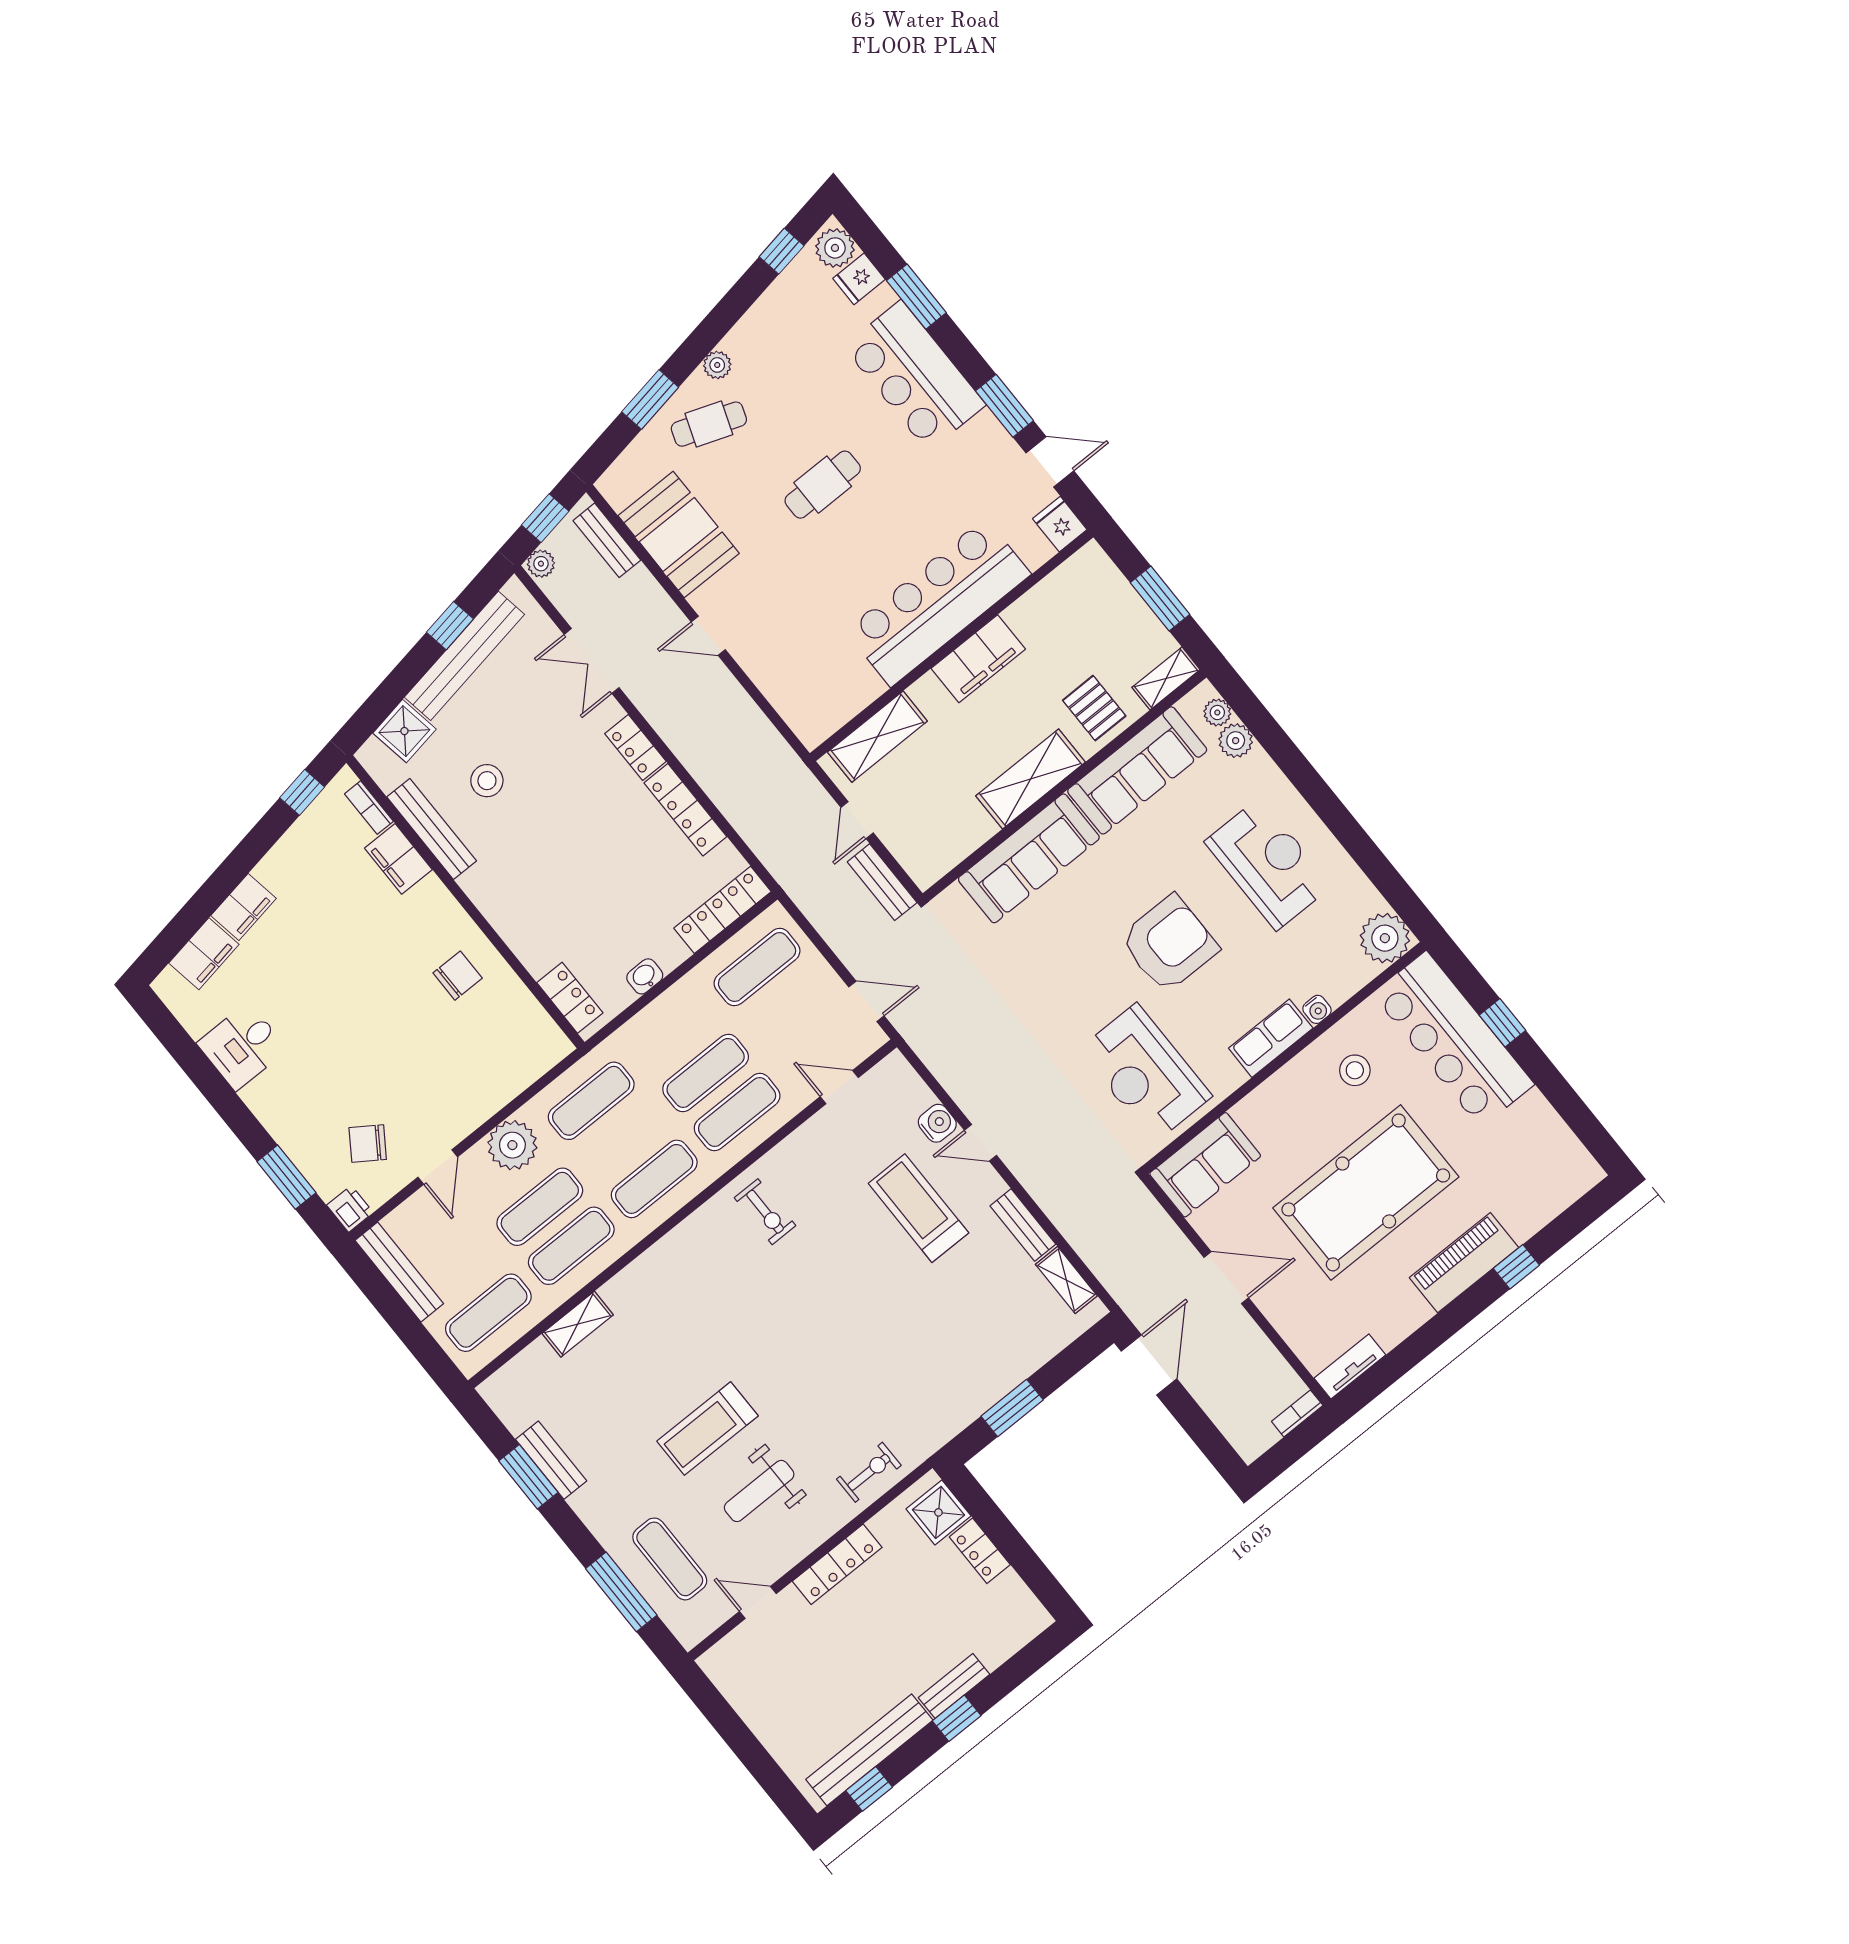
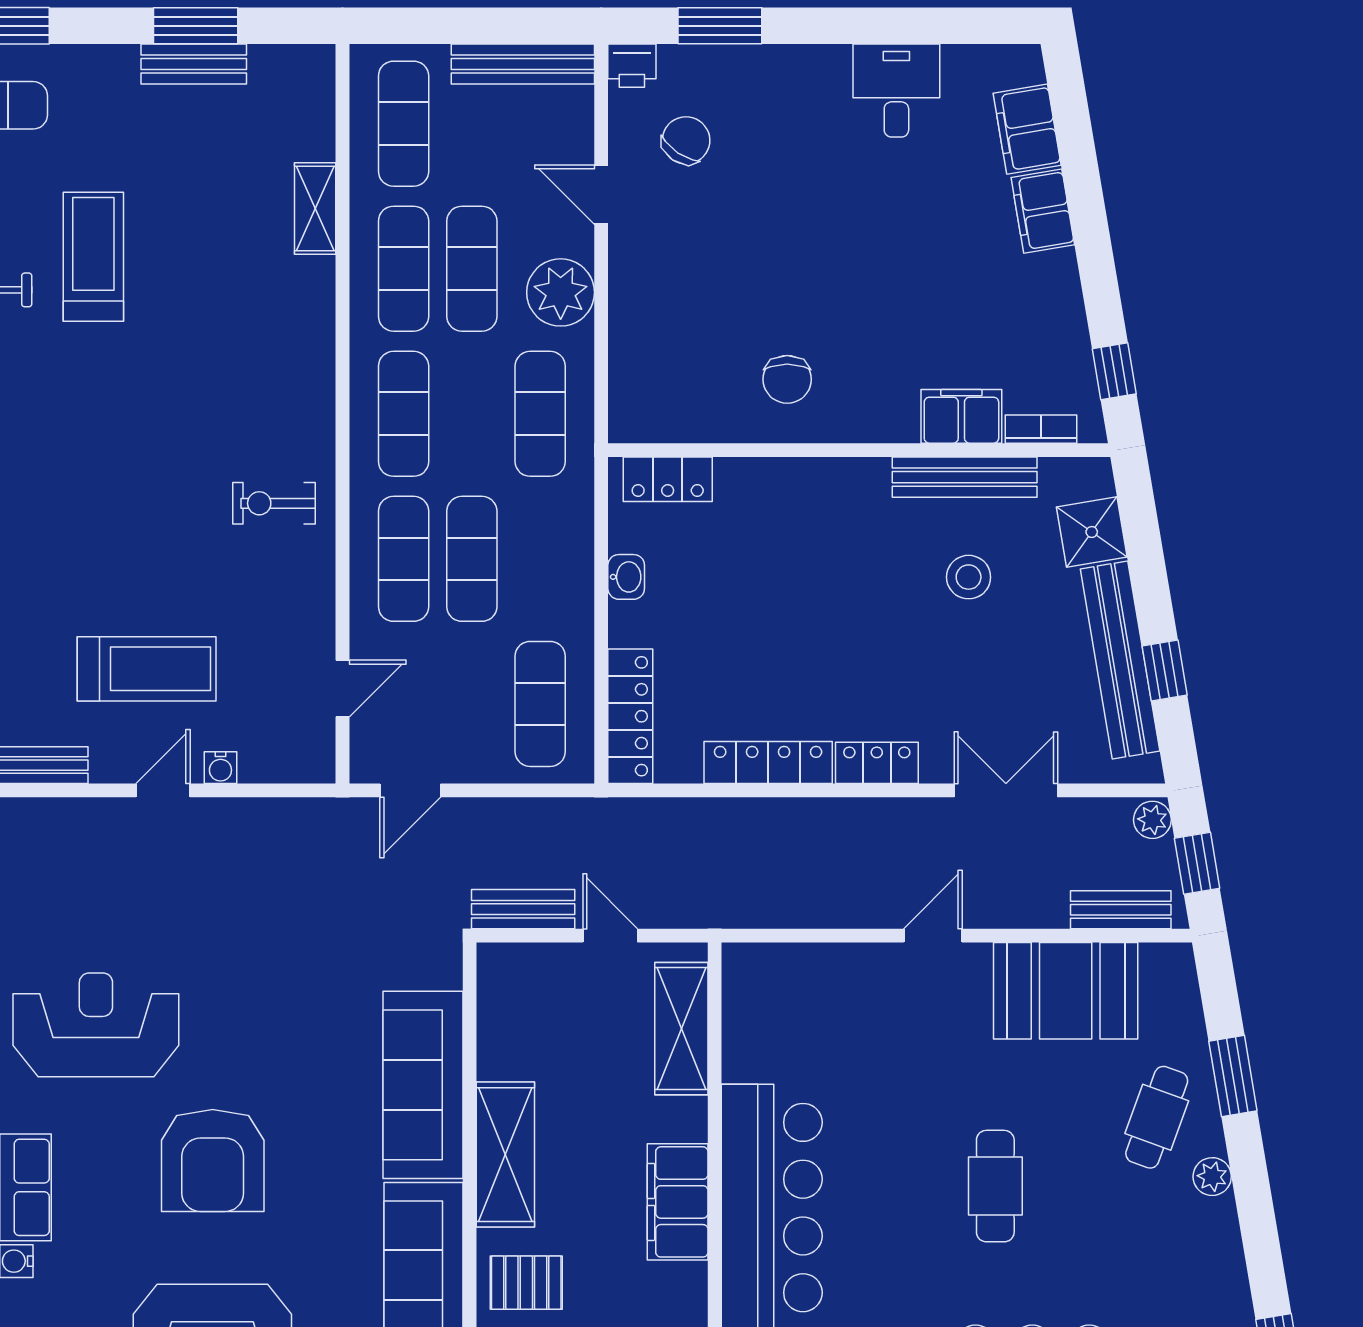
water cooler: (937, 1123) -> (220, 768), width x0.72, depth x0.72

